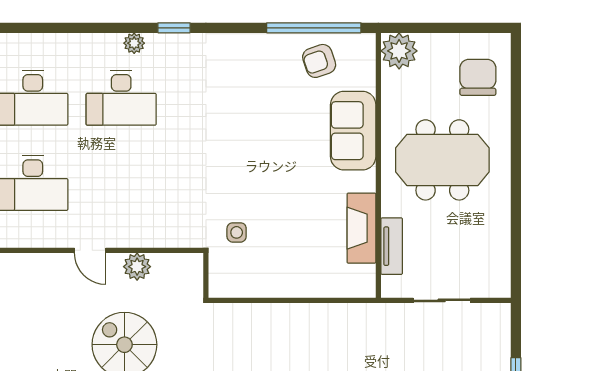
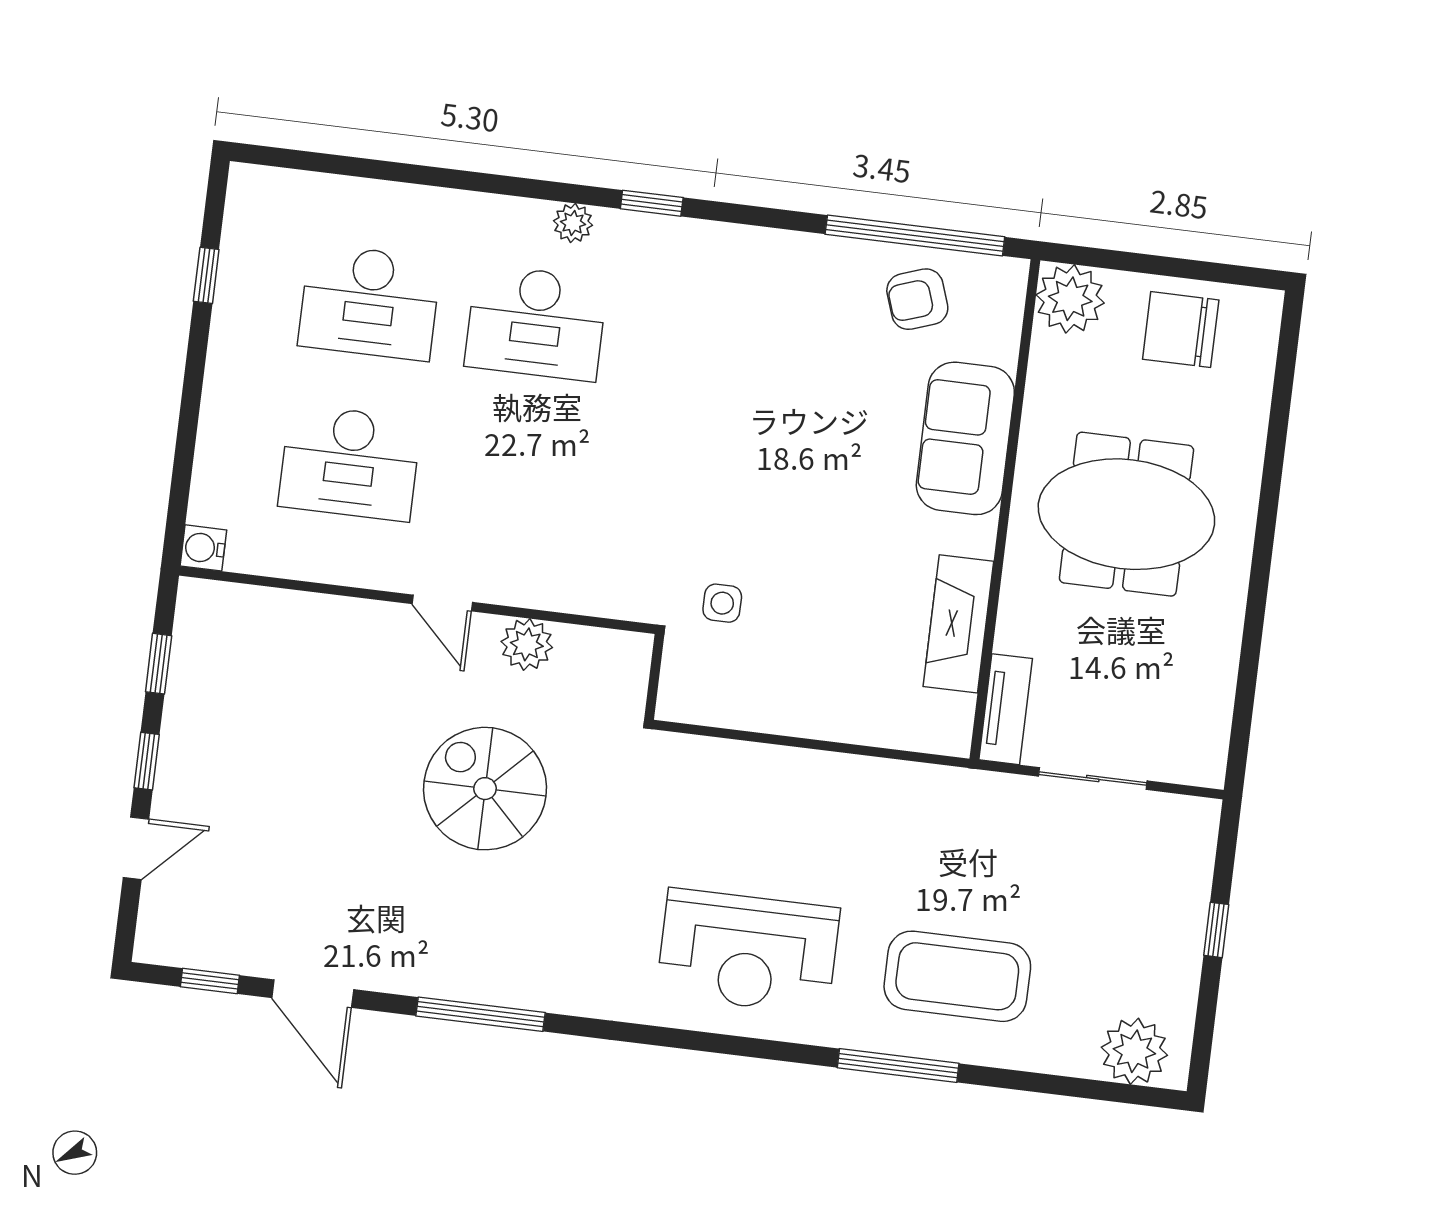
chair: (478, 77) -> (1181, 330), moved, turned -90
tv unit: (392, 246) -> (1006, 709), moved

